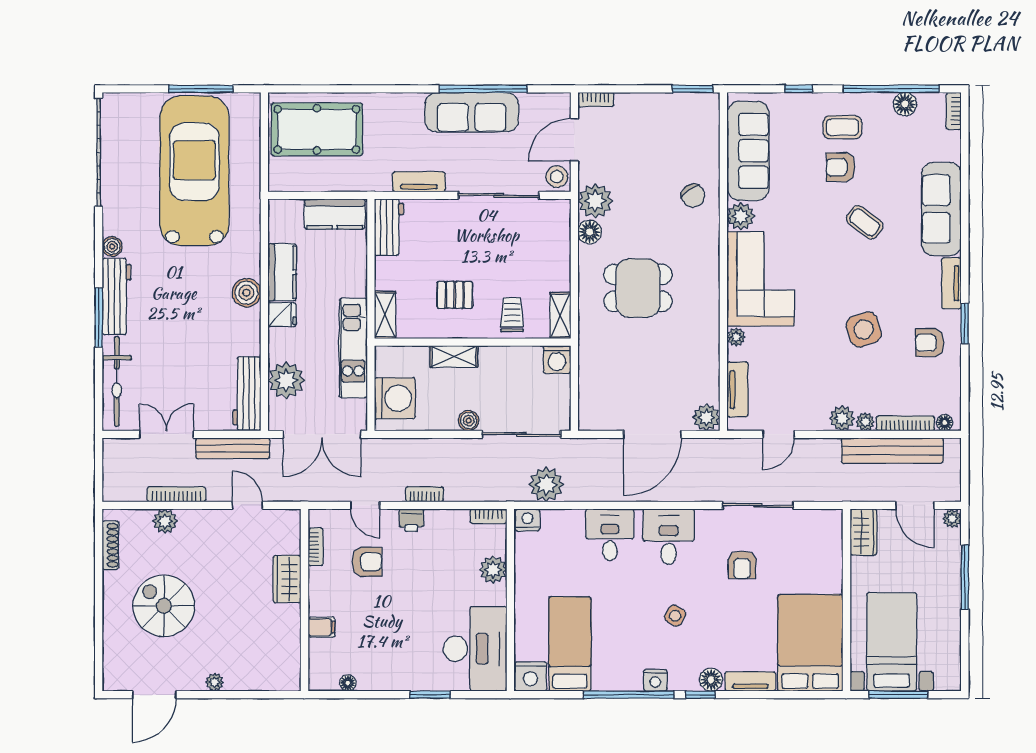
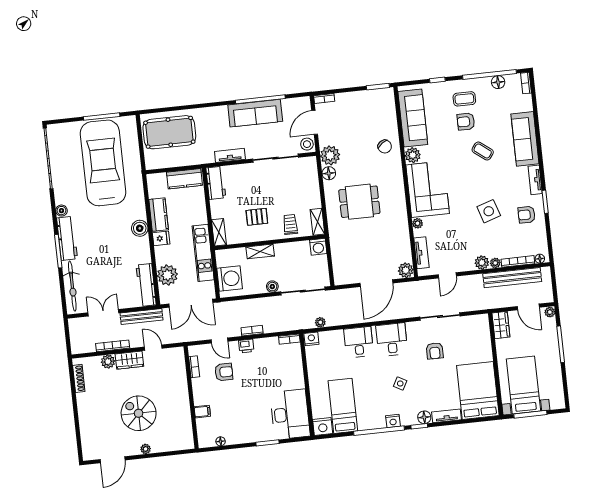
plant: (546, 485) -> (320, 322), width x0.53, depth x0.53
plant: (493, 570) -> (295, 369), removed
wardrobe: (287, 579) -> (129, 360), moved, turned -90
spiral stairs: (164, 606) -> (139, 413), moved

